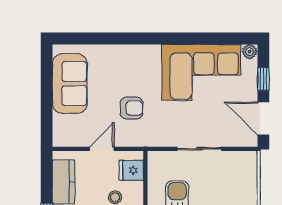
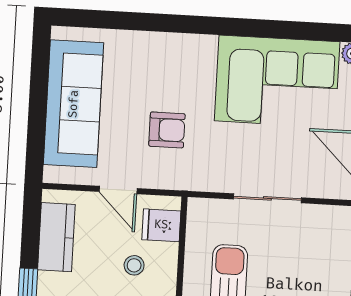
sofa: (70, 83) -> (74, 104), width x1.36
door: (102, 149) -> (118, 190), swing flipped

